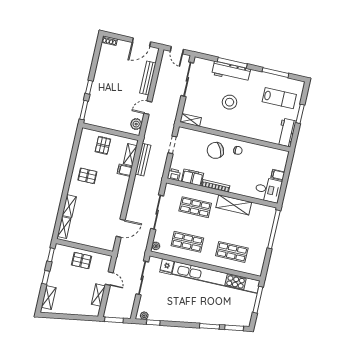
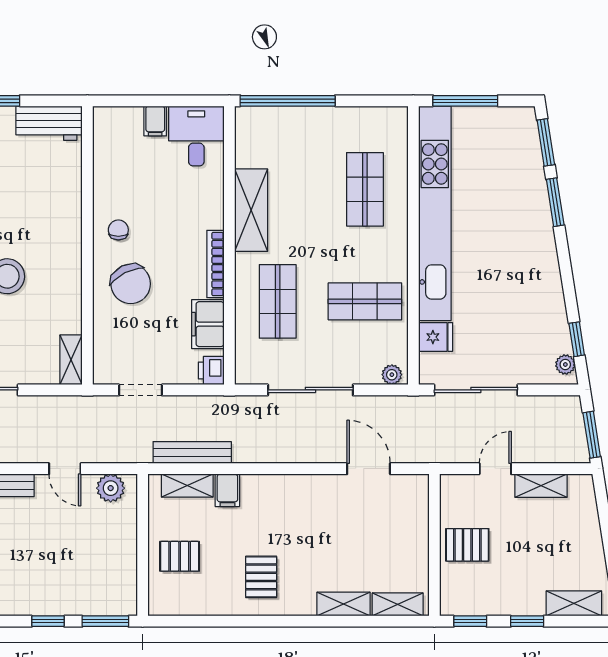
shop shelf: (187, 242) -> (365, 301), turned 90
pallet: (82, 261) -> (467, 545), turned 90

